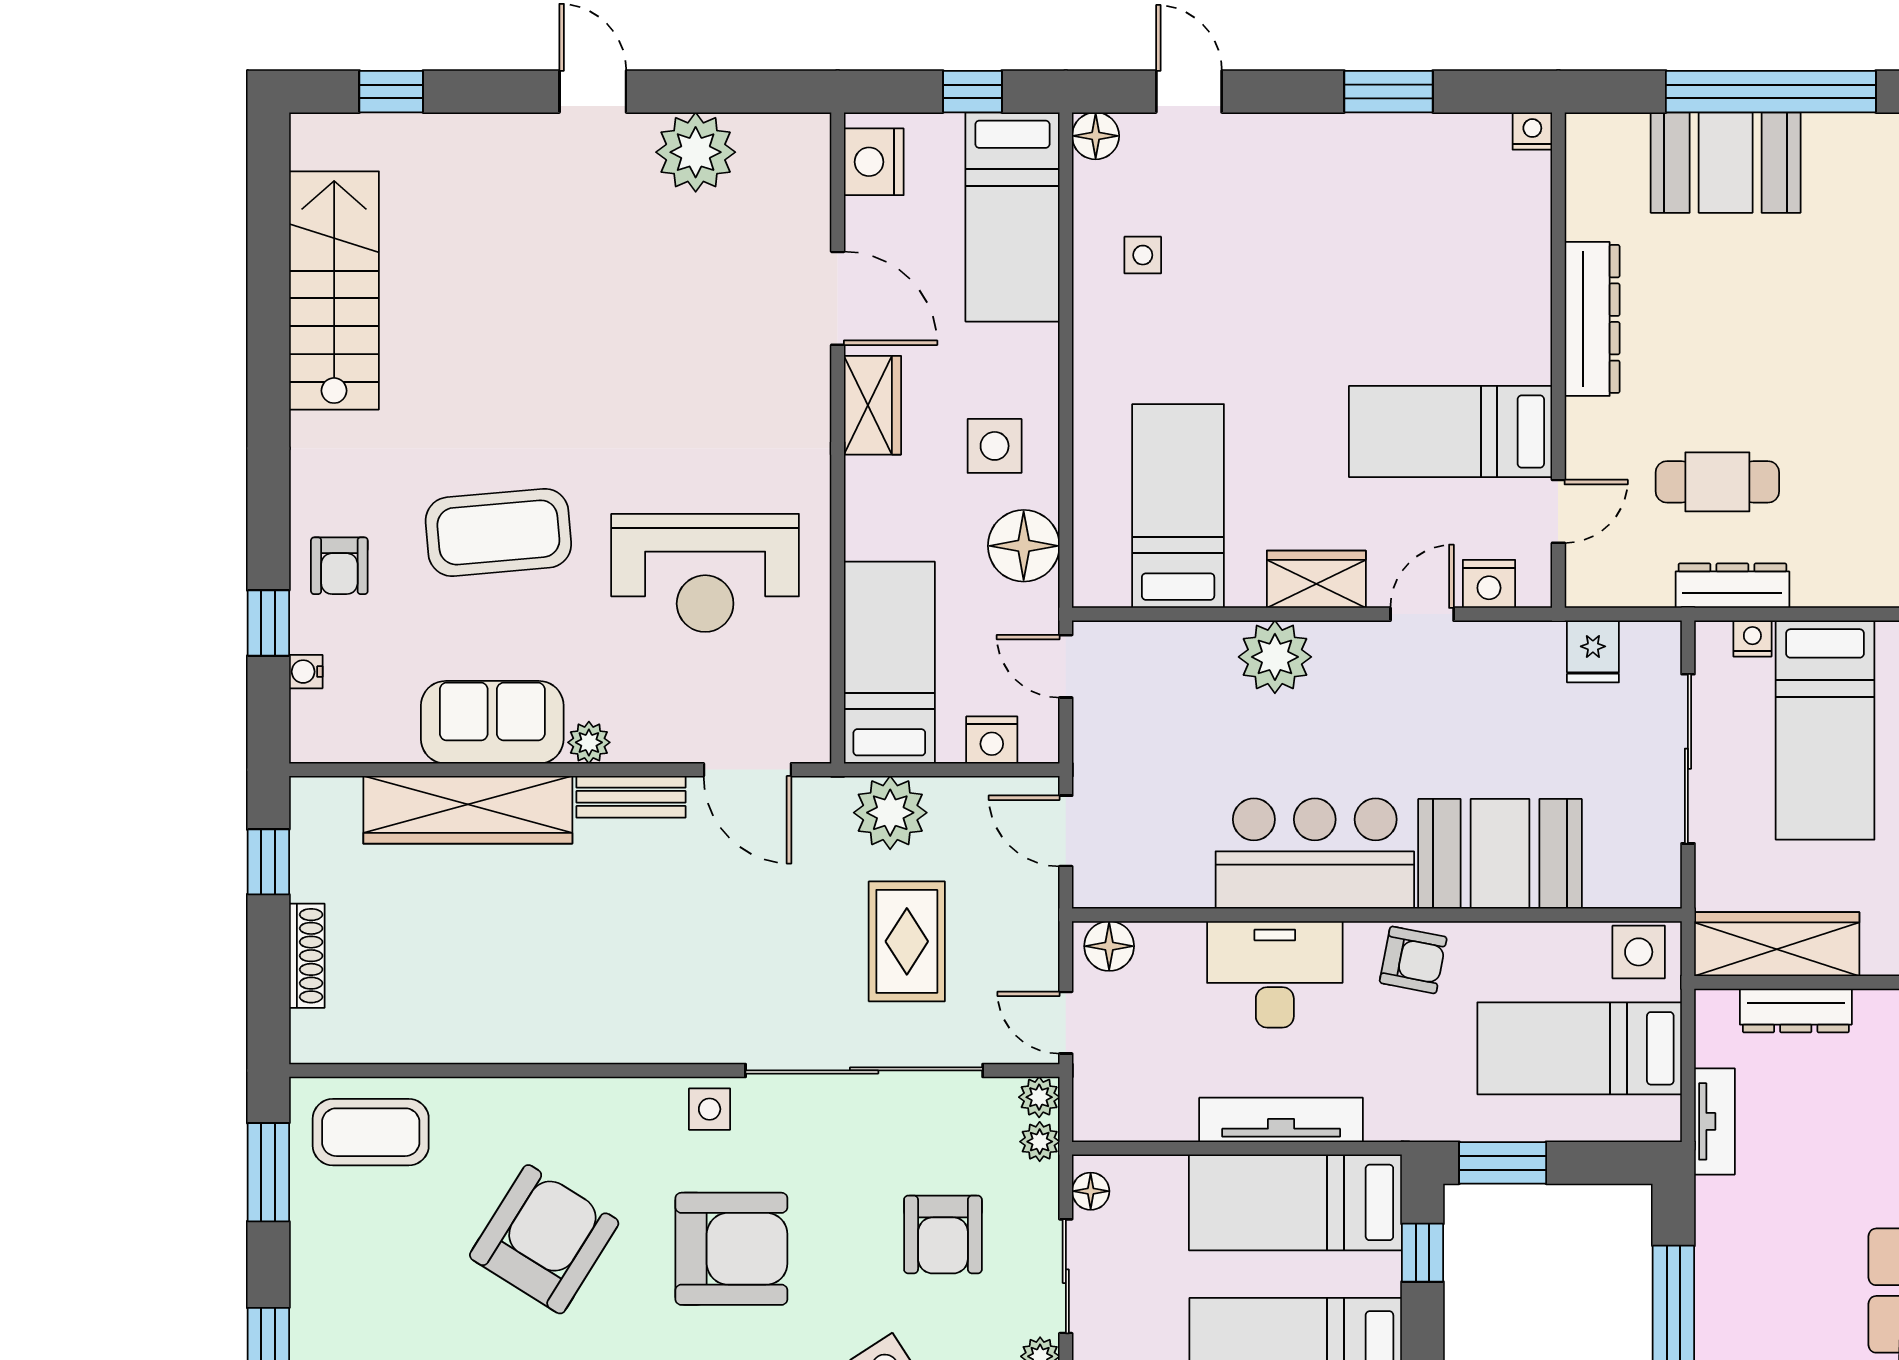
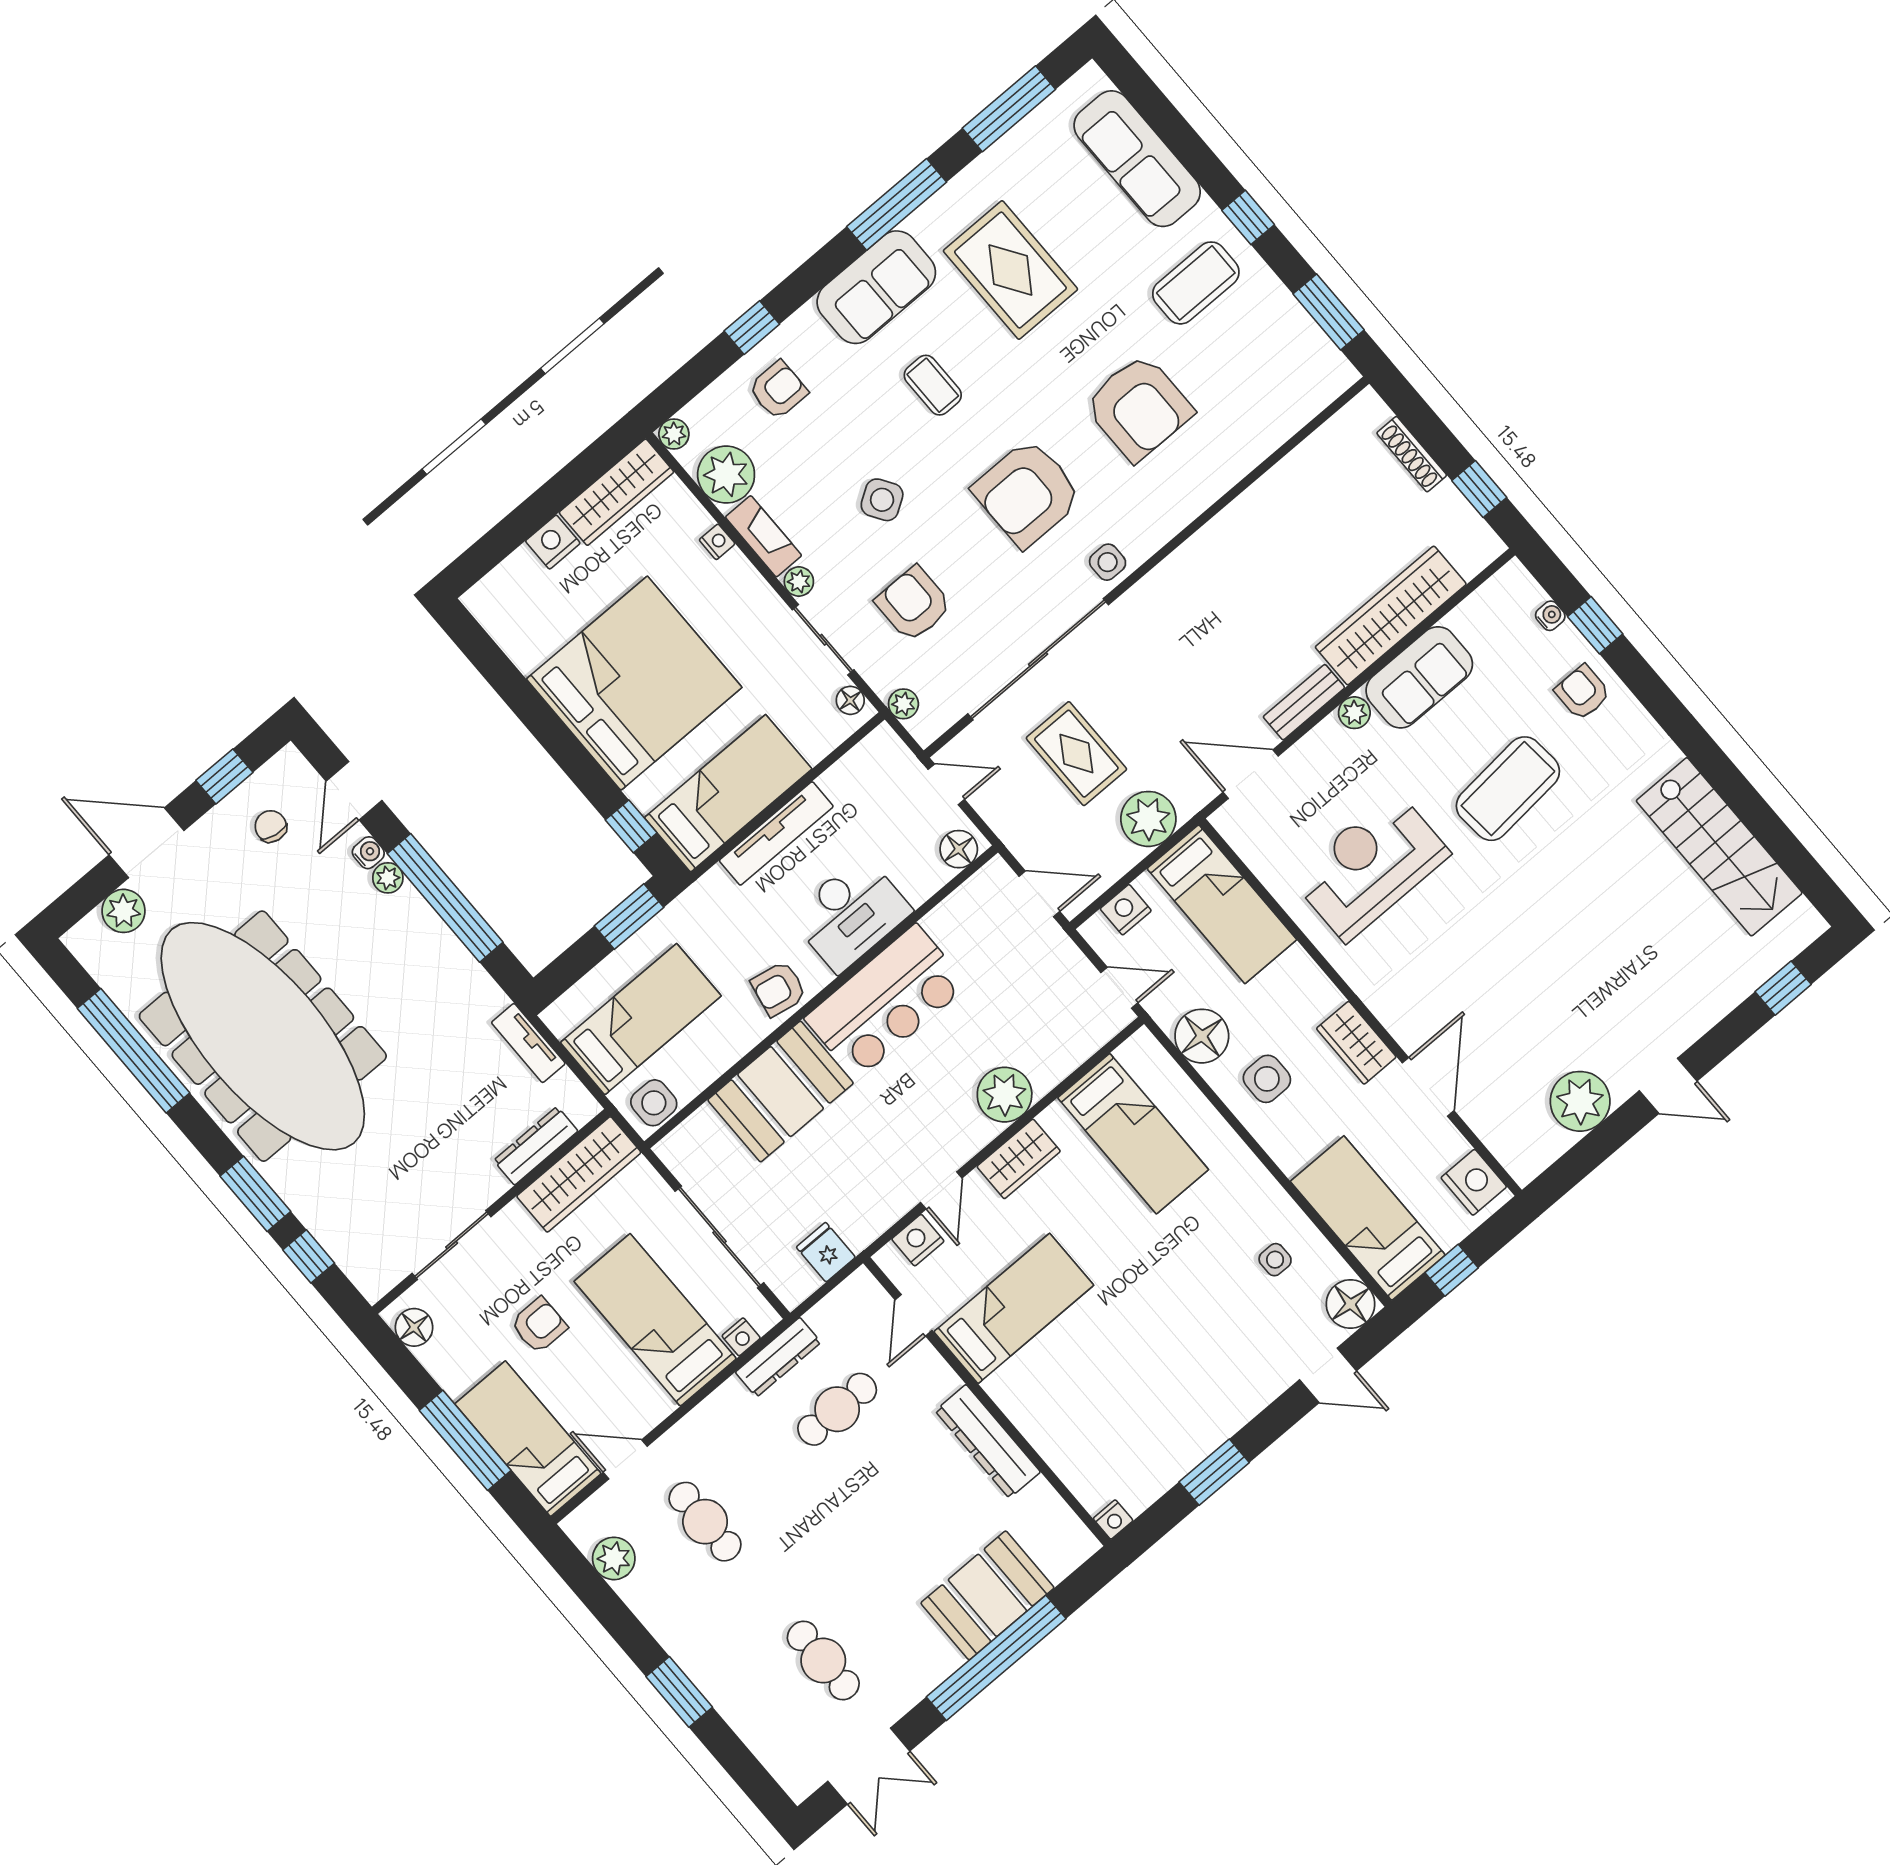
floor lamp: (1096, 136) -> (1351, 1304), width x1.38, depth x1.38
door: (838, 298) -> (1428, 1087), swing flipped
plant: (1039, 1097) -> (925, 729), removed
coffee table: (371, 1132) -> (1196, 283), moved
armchair: (544, 1239) -> (1139, 408), turned -32

